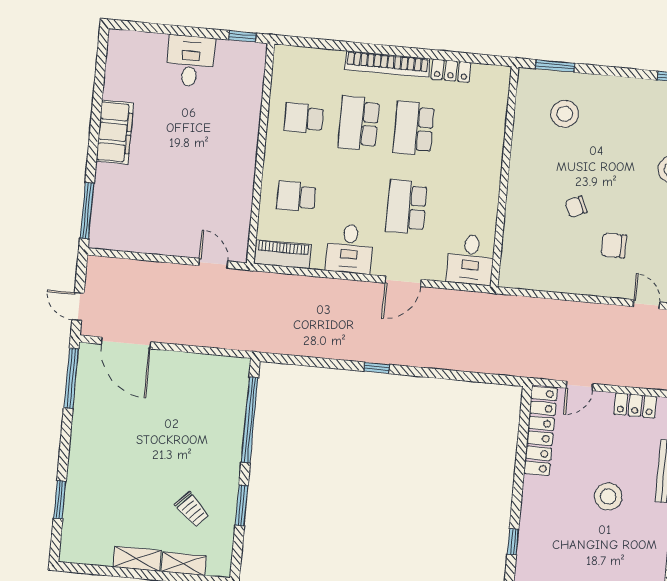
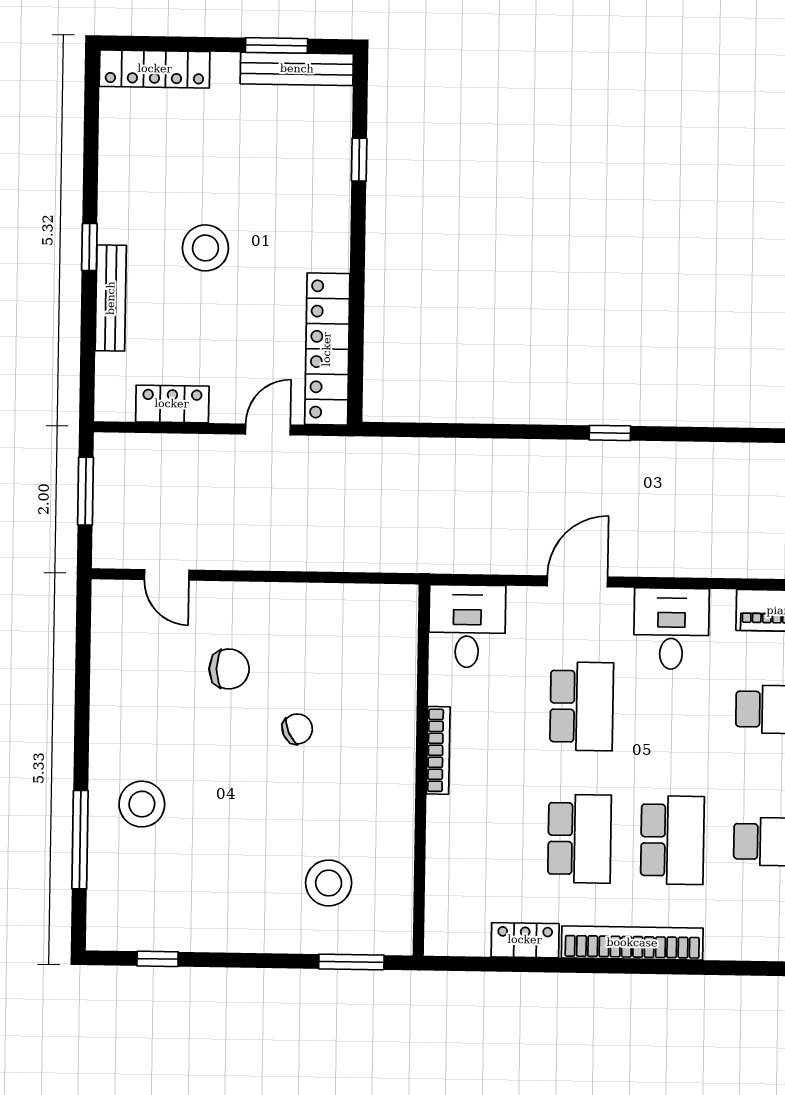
bookcase: (494, 187) -> (438, 750), added

